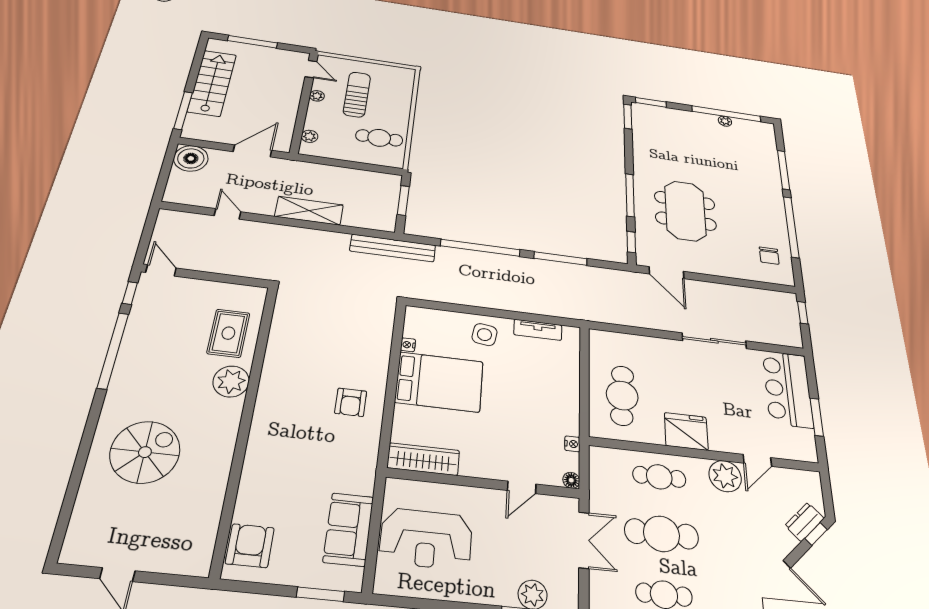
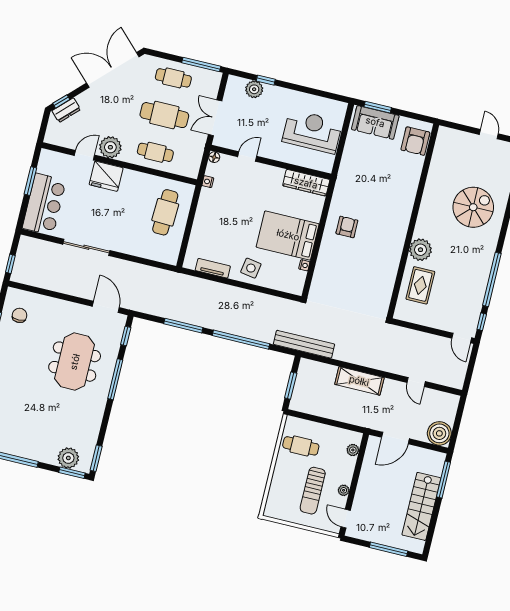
plant: (725, 121) -> (68, 458), moved, width x1.87, depth x1.87
fridge: (686, 431) -> (106, 176), moved
spiral stairs: (145, 452) -> (473, 207), turned 180
sofa: (349, 529) -> (375, 122), moved, turned 90

